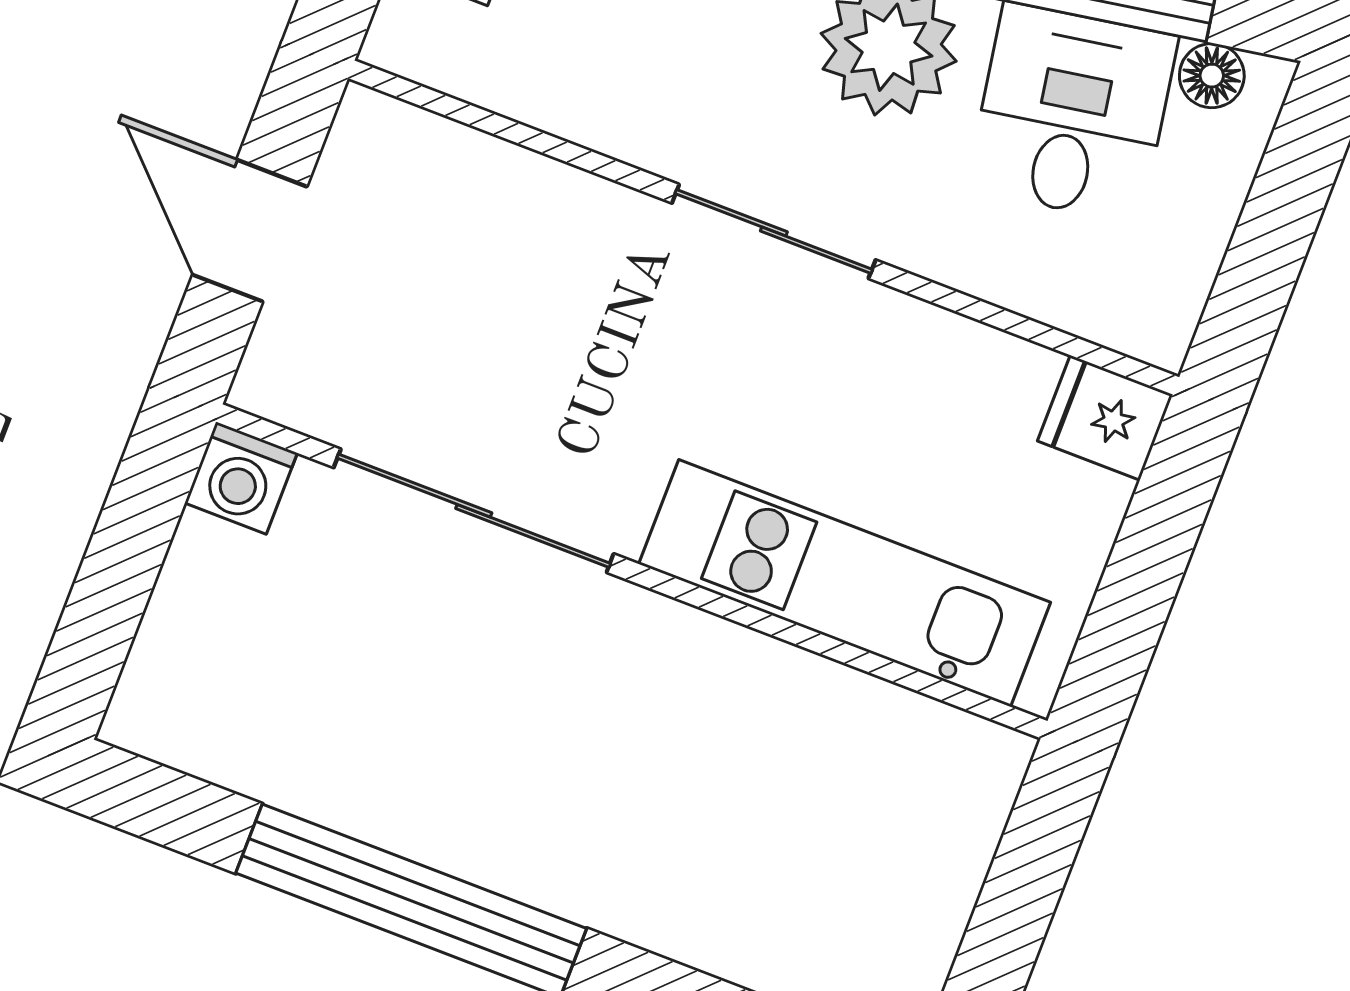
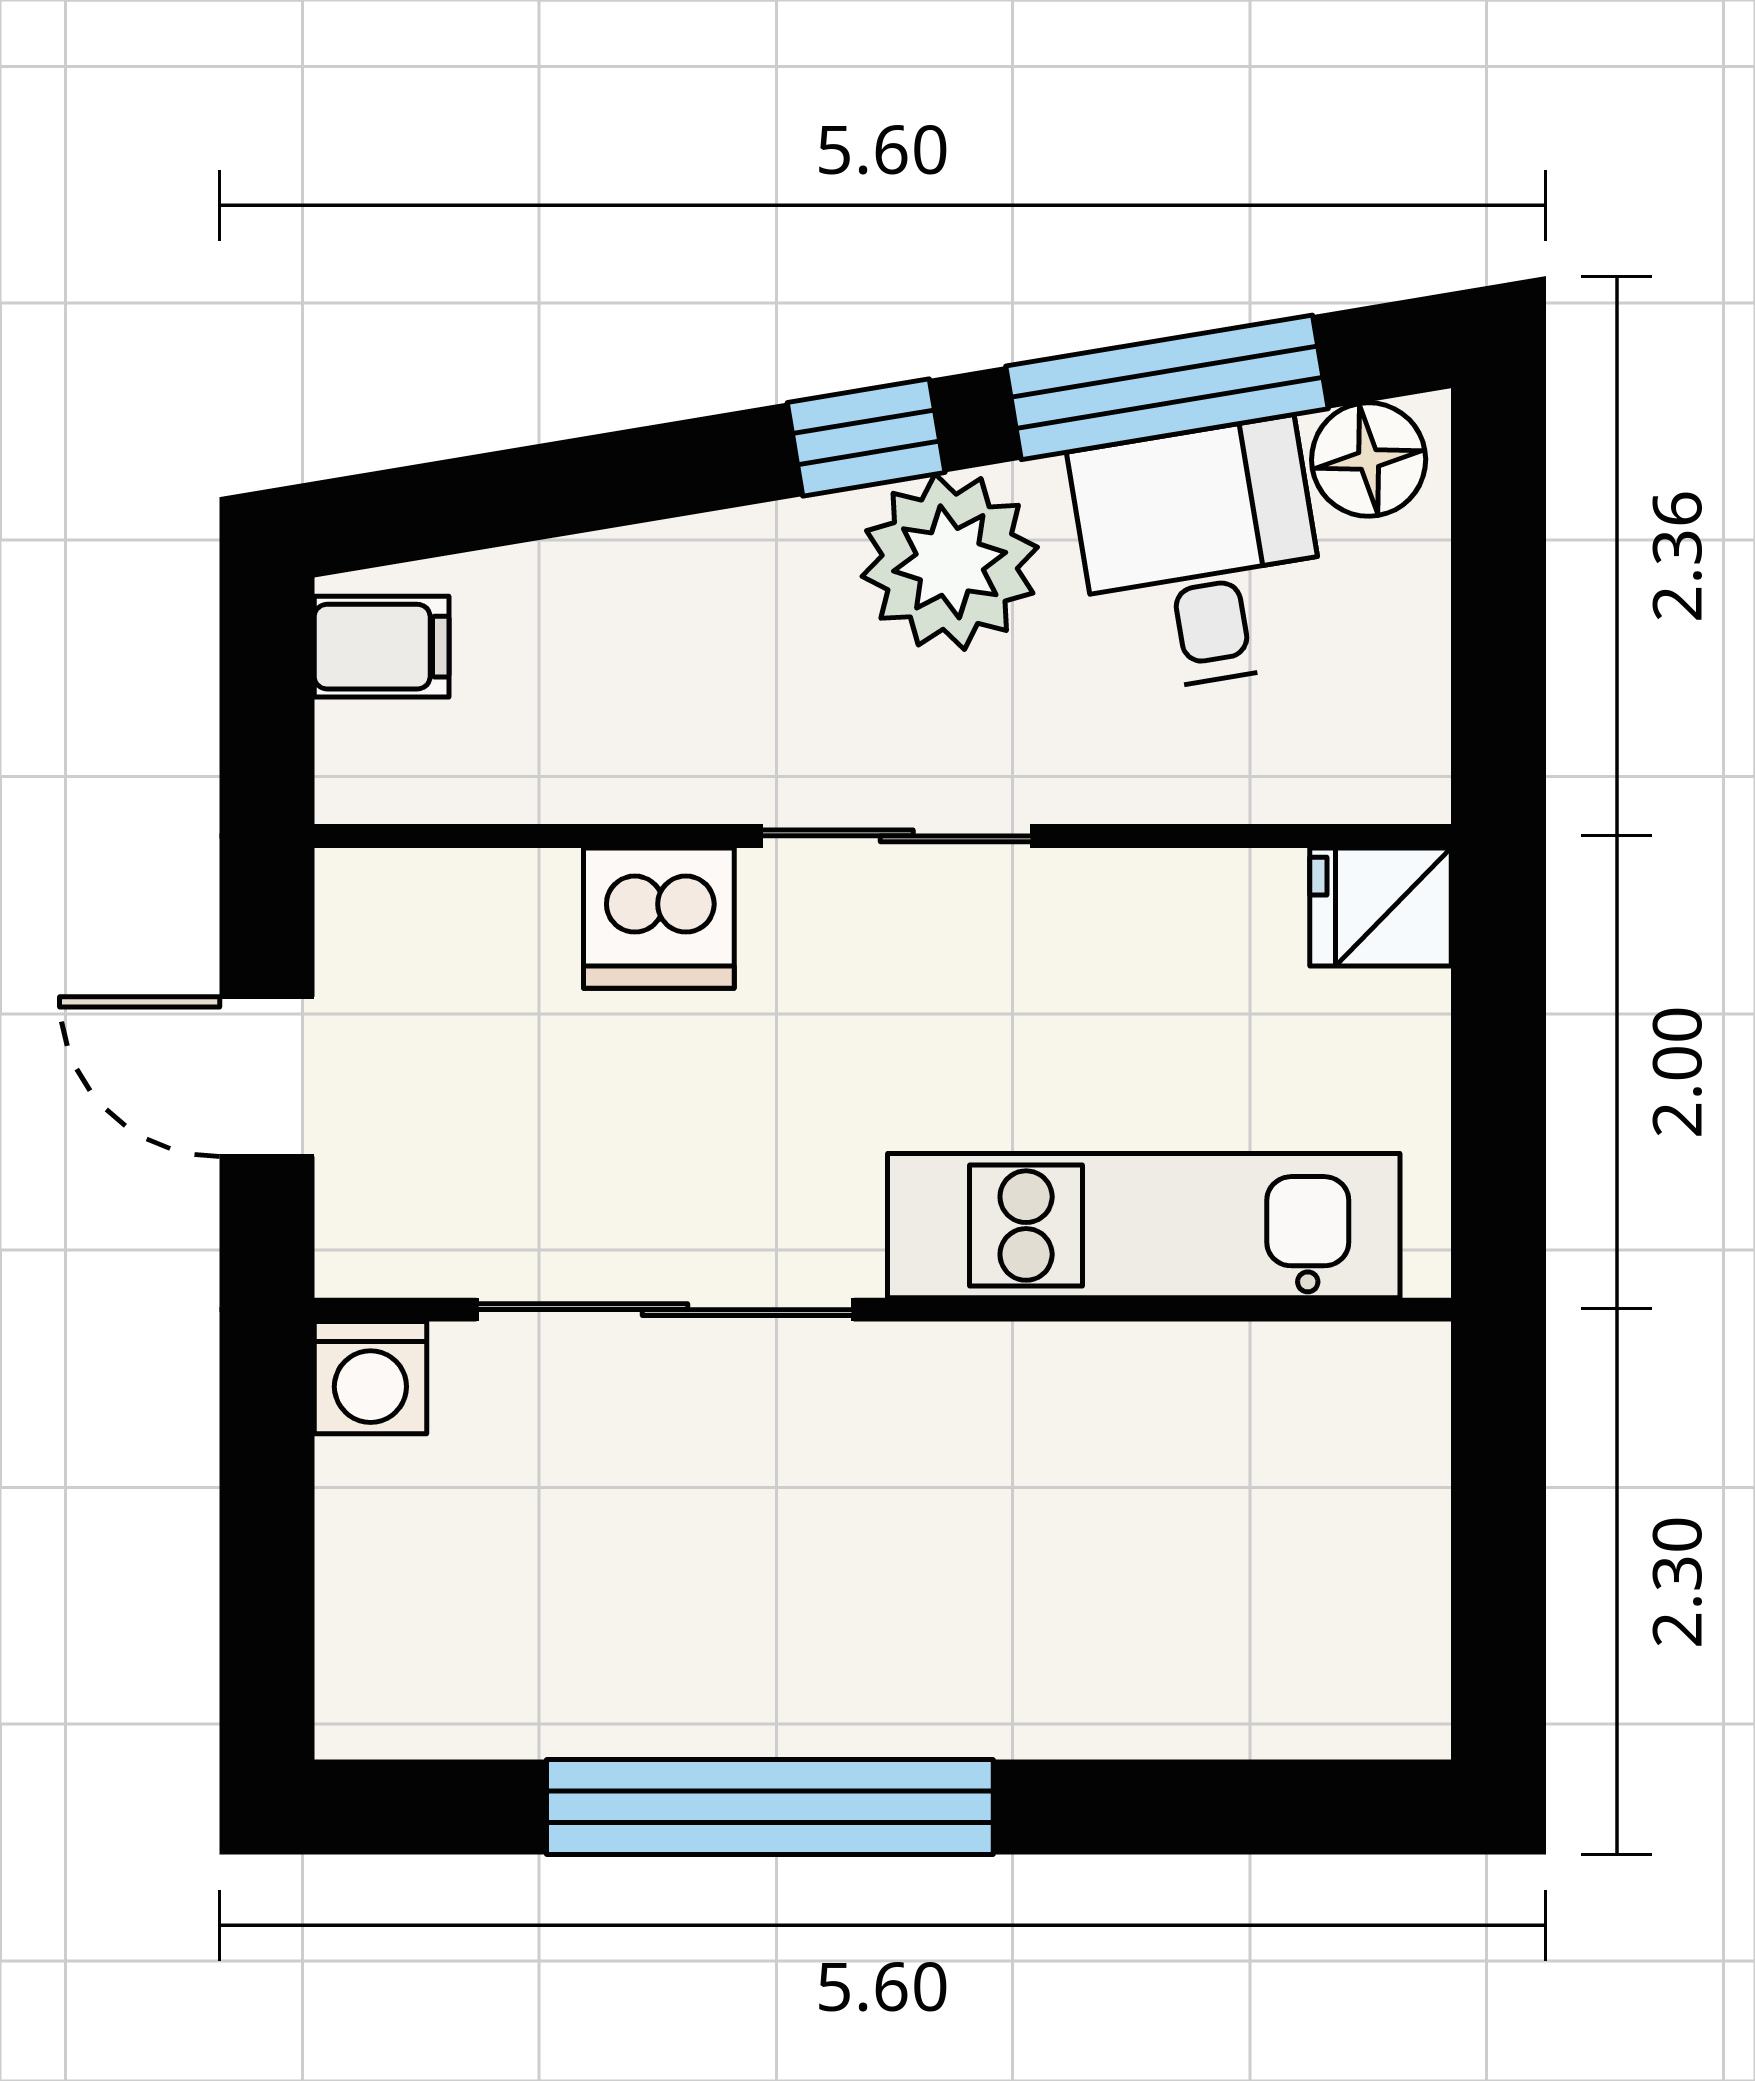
floor lamp: (1212, 76) -> (1369, 459), width x1.37, depth x1.37
dishwasher: (578, 225) -> (659, 918), added

